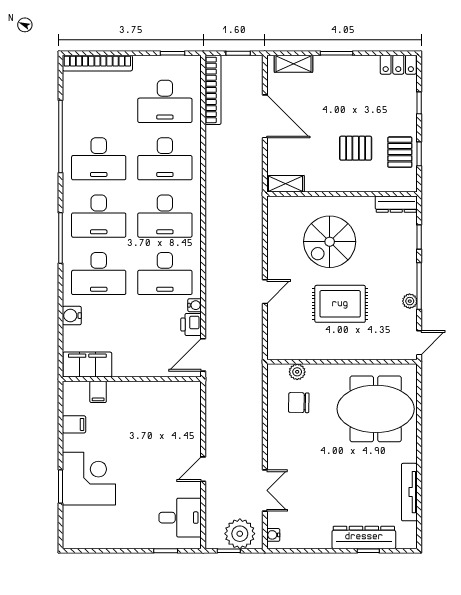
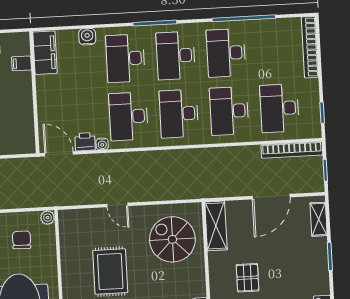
shelving: (285, 184) -> (216, 226), width x1.50, depth x1.33
spiral stairs: (330, 242) -> (172, 239), moved
plant: (297, 372) -> (48, 218), moved

